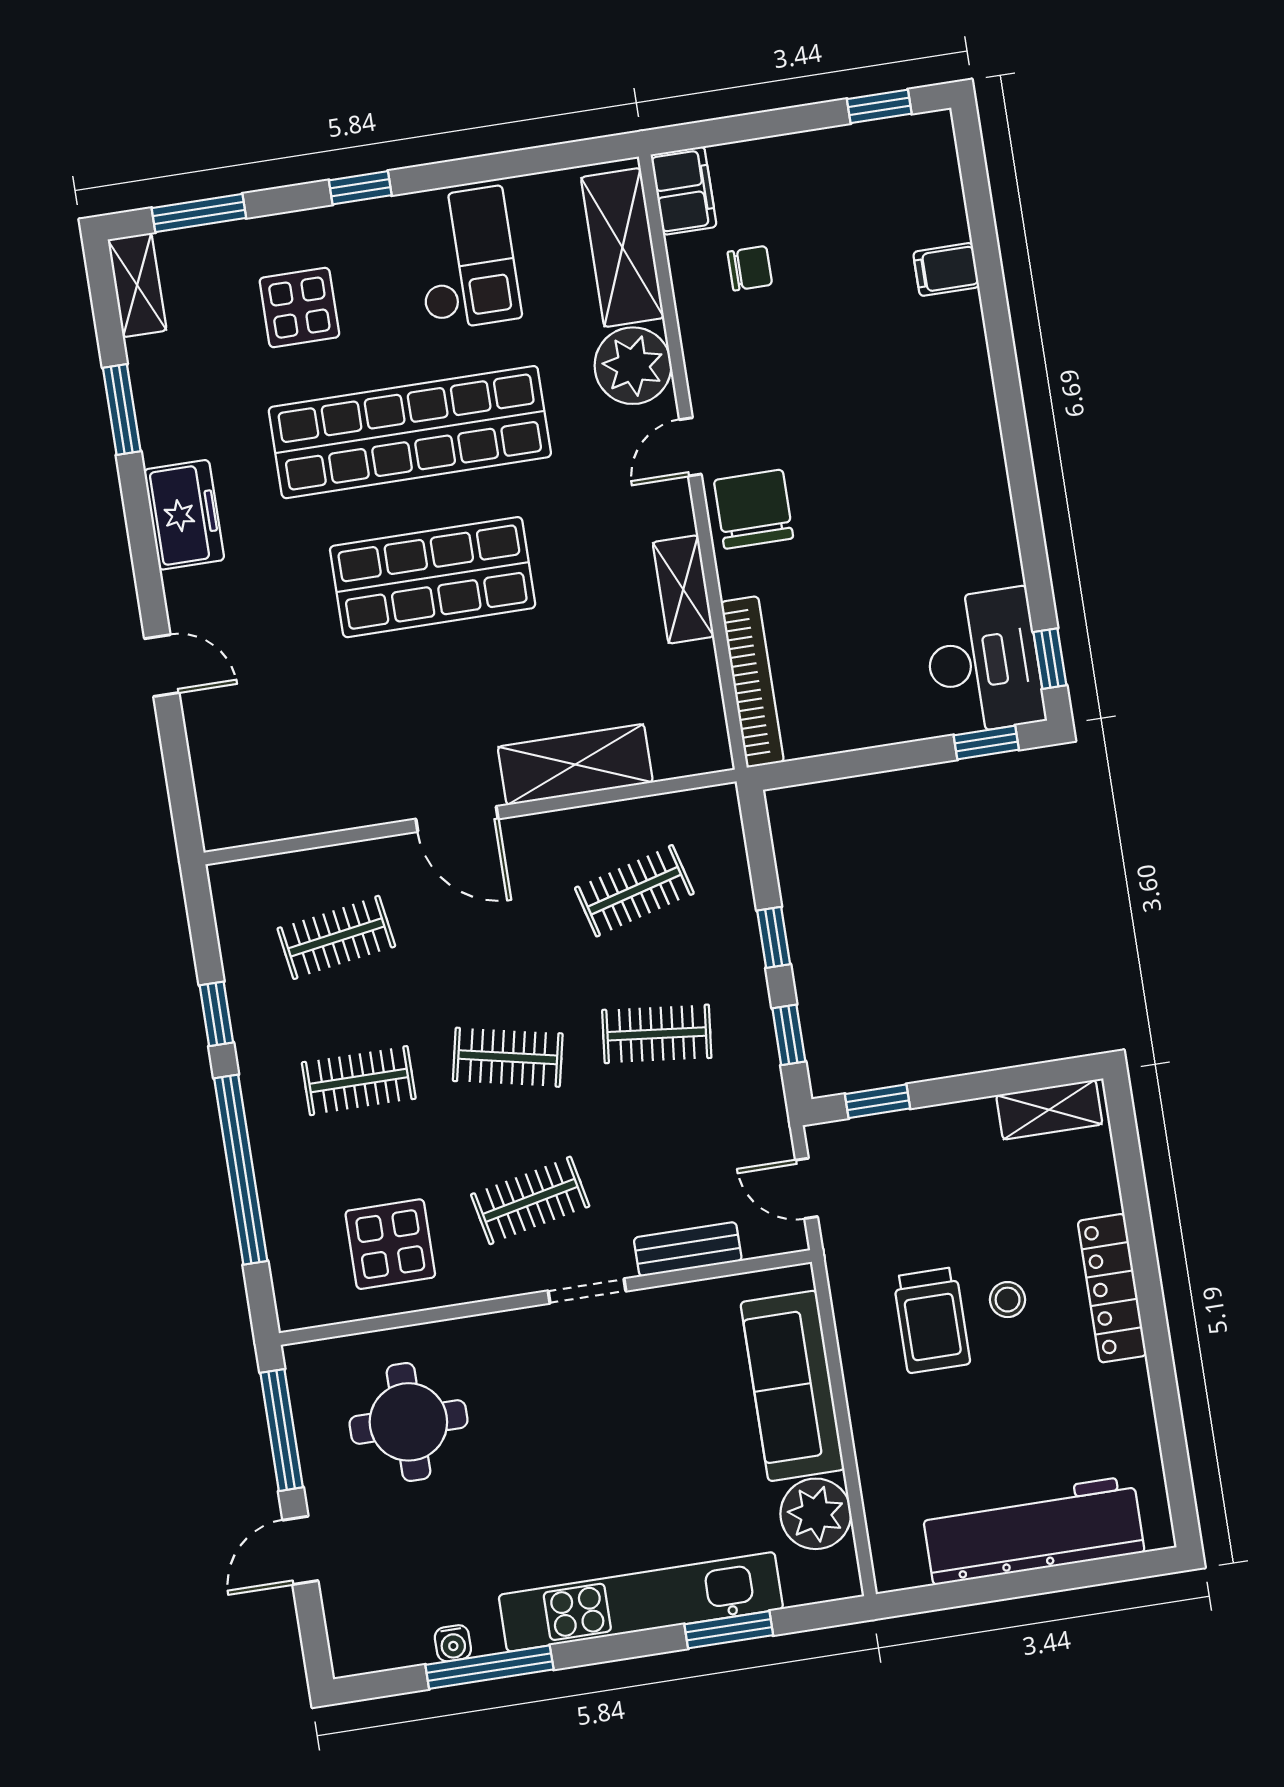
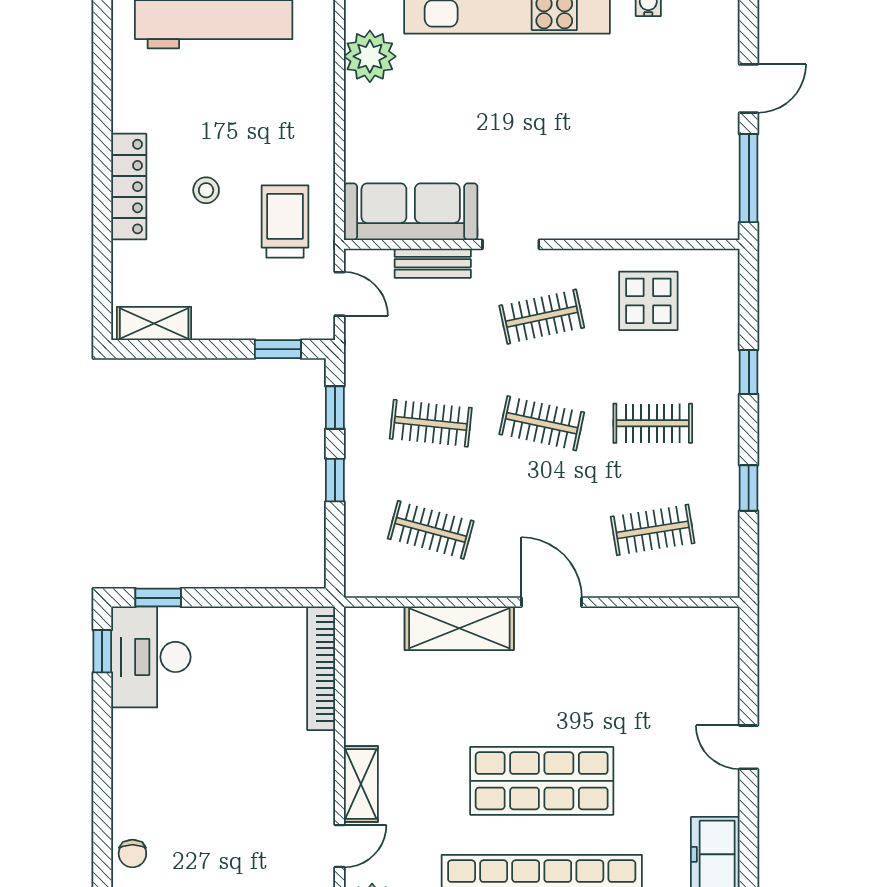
chair: (754, 509) -> (132, 854), moved, width x0.54, depth x0.54
shelving: (683, 589) -> (361, 784), moved
clothes rail: (634, 891) -> (431, 530), turned 30
window: (241, 1170) -> (749, 372), width x0.32
trolley: (932, 1320) -> (285, 221), moved
sofa: (792, 1386) -> (411, 212), moved, turned -90
round table: (408, 1422) -> (655, 169), removed

